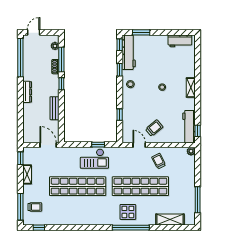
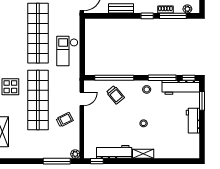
workbench: (180, 41) -> (193, 121), moved
window: (120, 70) -> (162, 78), width x2.17
window: (120, 115) -> (114, 78), width x3.17
workbench: (189, 127) -> (114, 152), moved
trolley: (154, 128) -> (115, 95), moved
window: (98, 145) -> (82, 55), removed
window: (198, 200) -> (57, 161), moved

